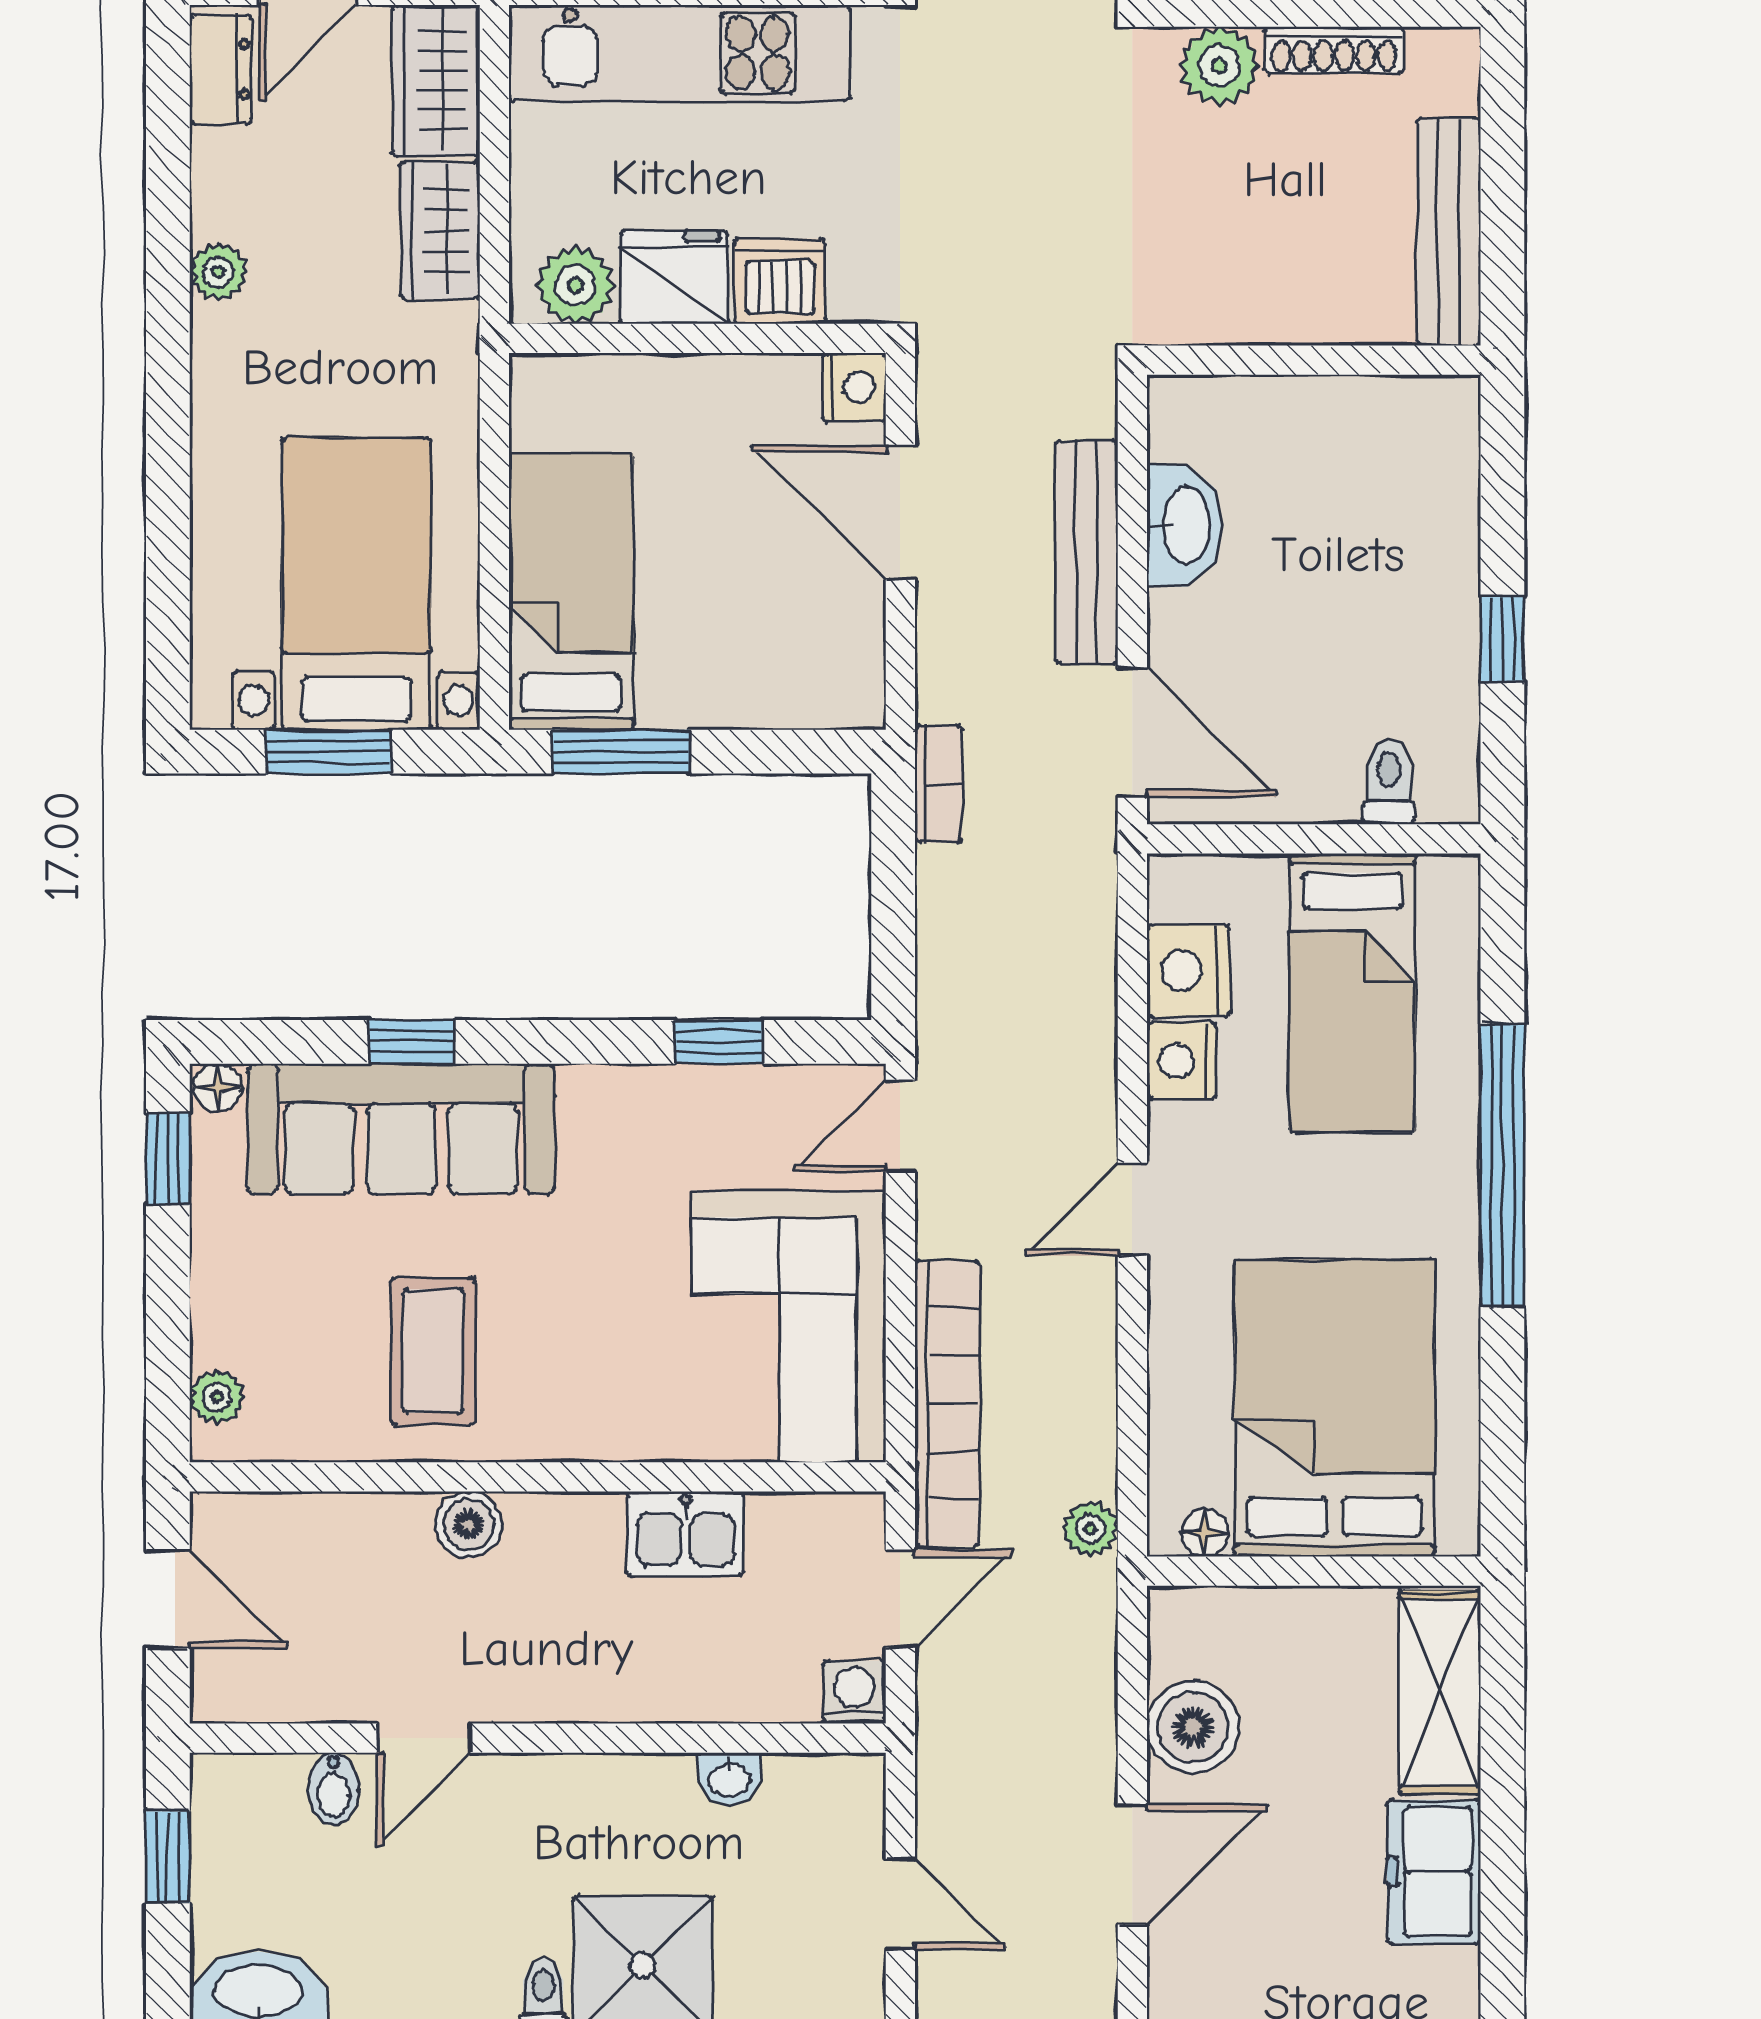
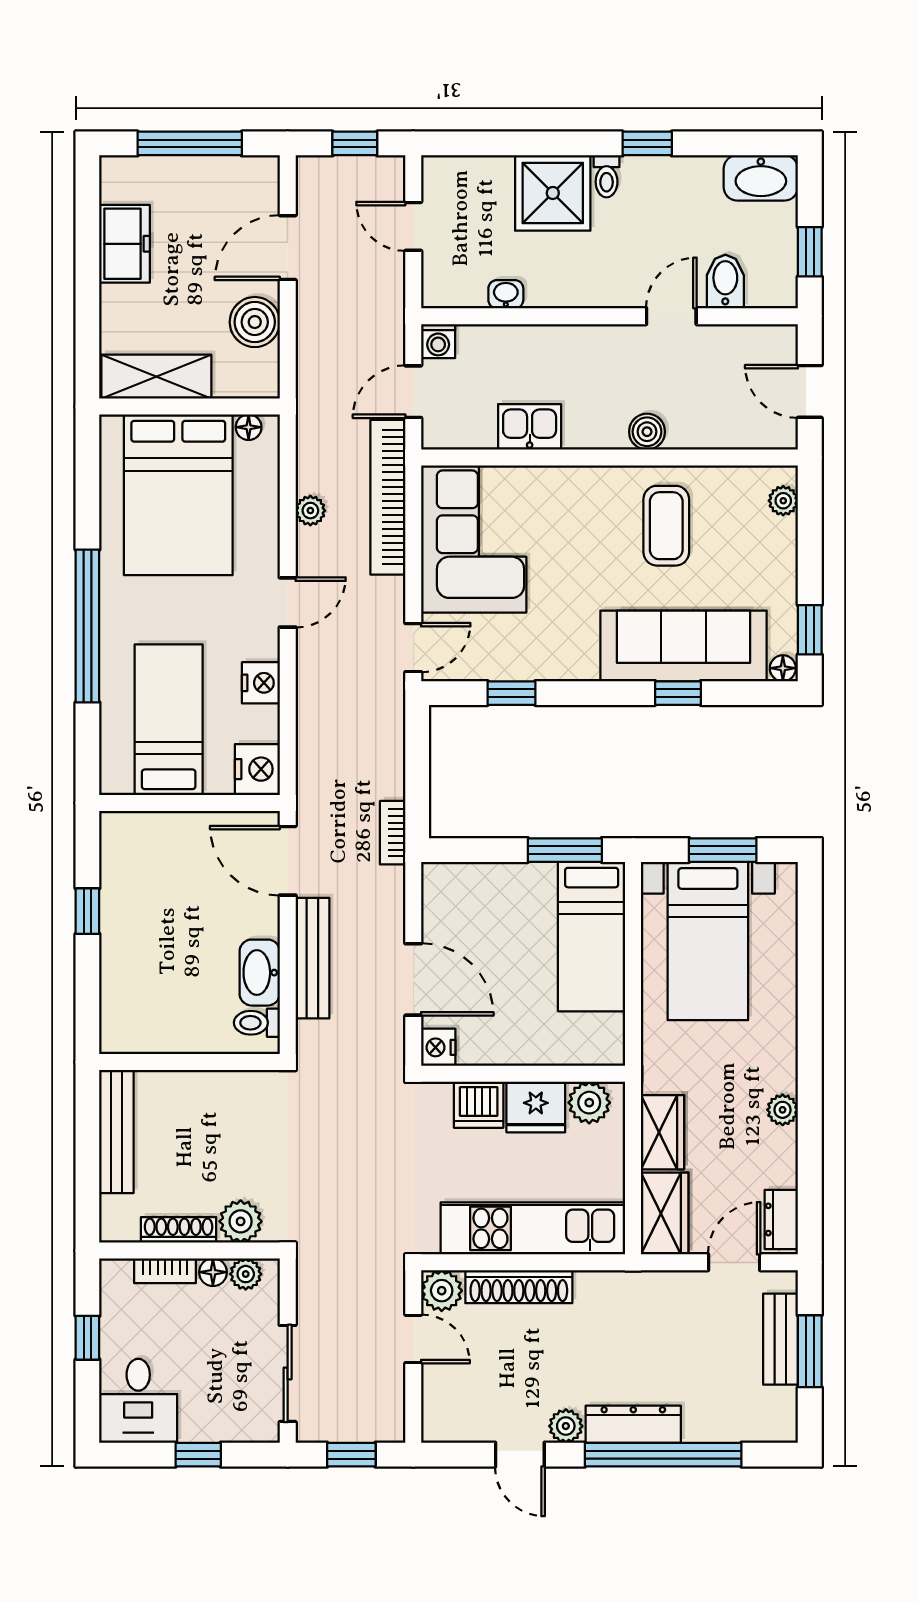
toilet: (1389, 782) -> (257, 1023), moved, turned 90
nightstand: (1188, 971) -> (257, 769), moved
plant: (1090, 1529) -> (310, 511), moved
shelving: (1440, 1693) -> (156, 377), moved, turned 90
bidet: (333, 1789) -> (725, 282), width x1.38, depth x1.36

